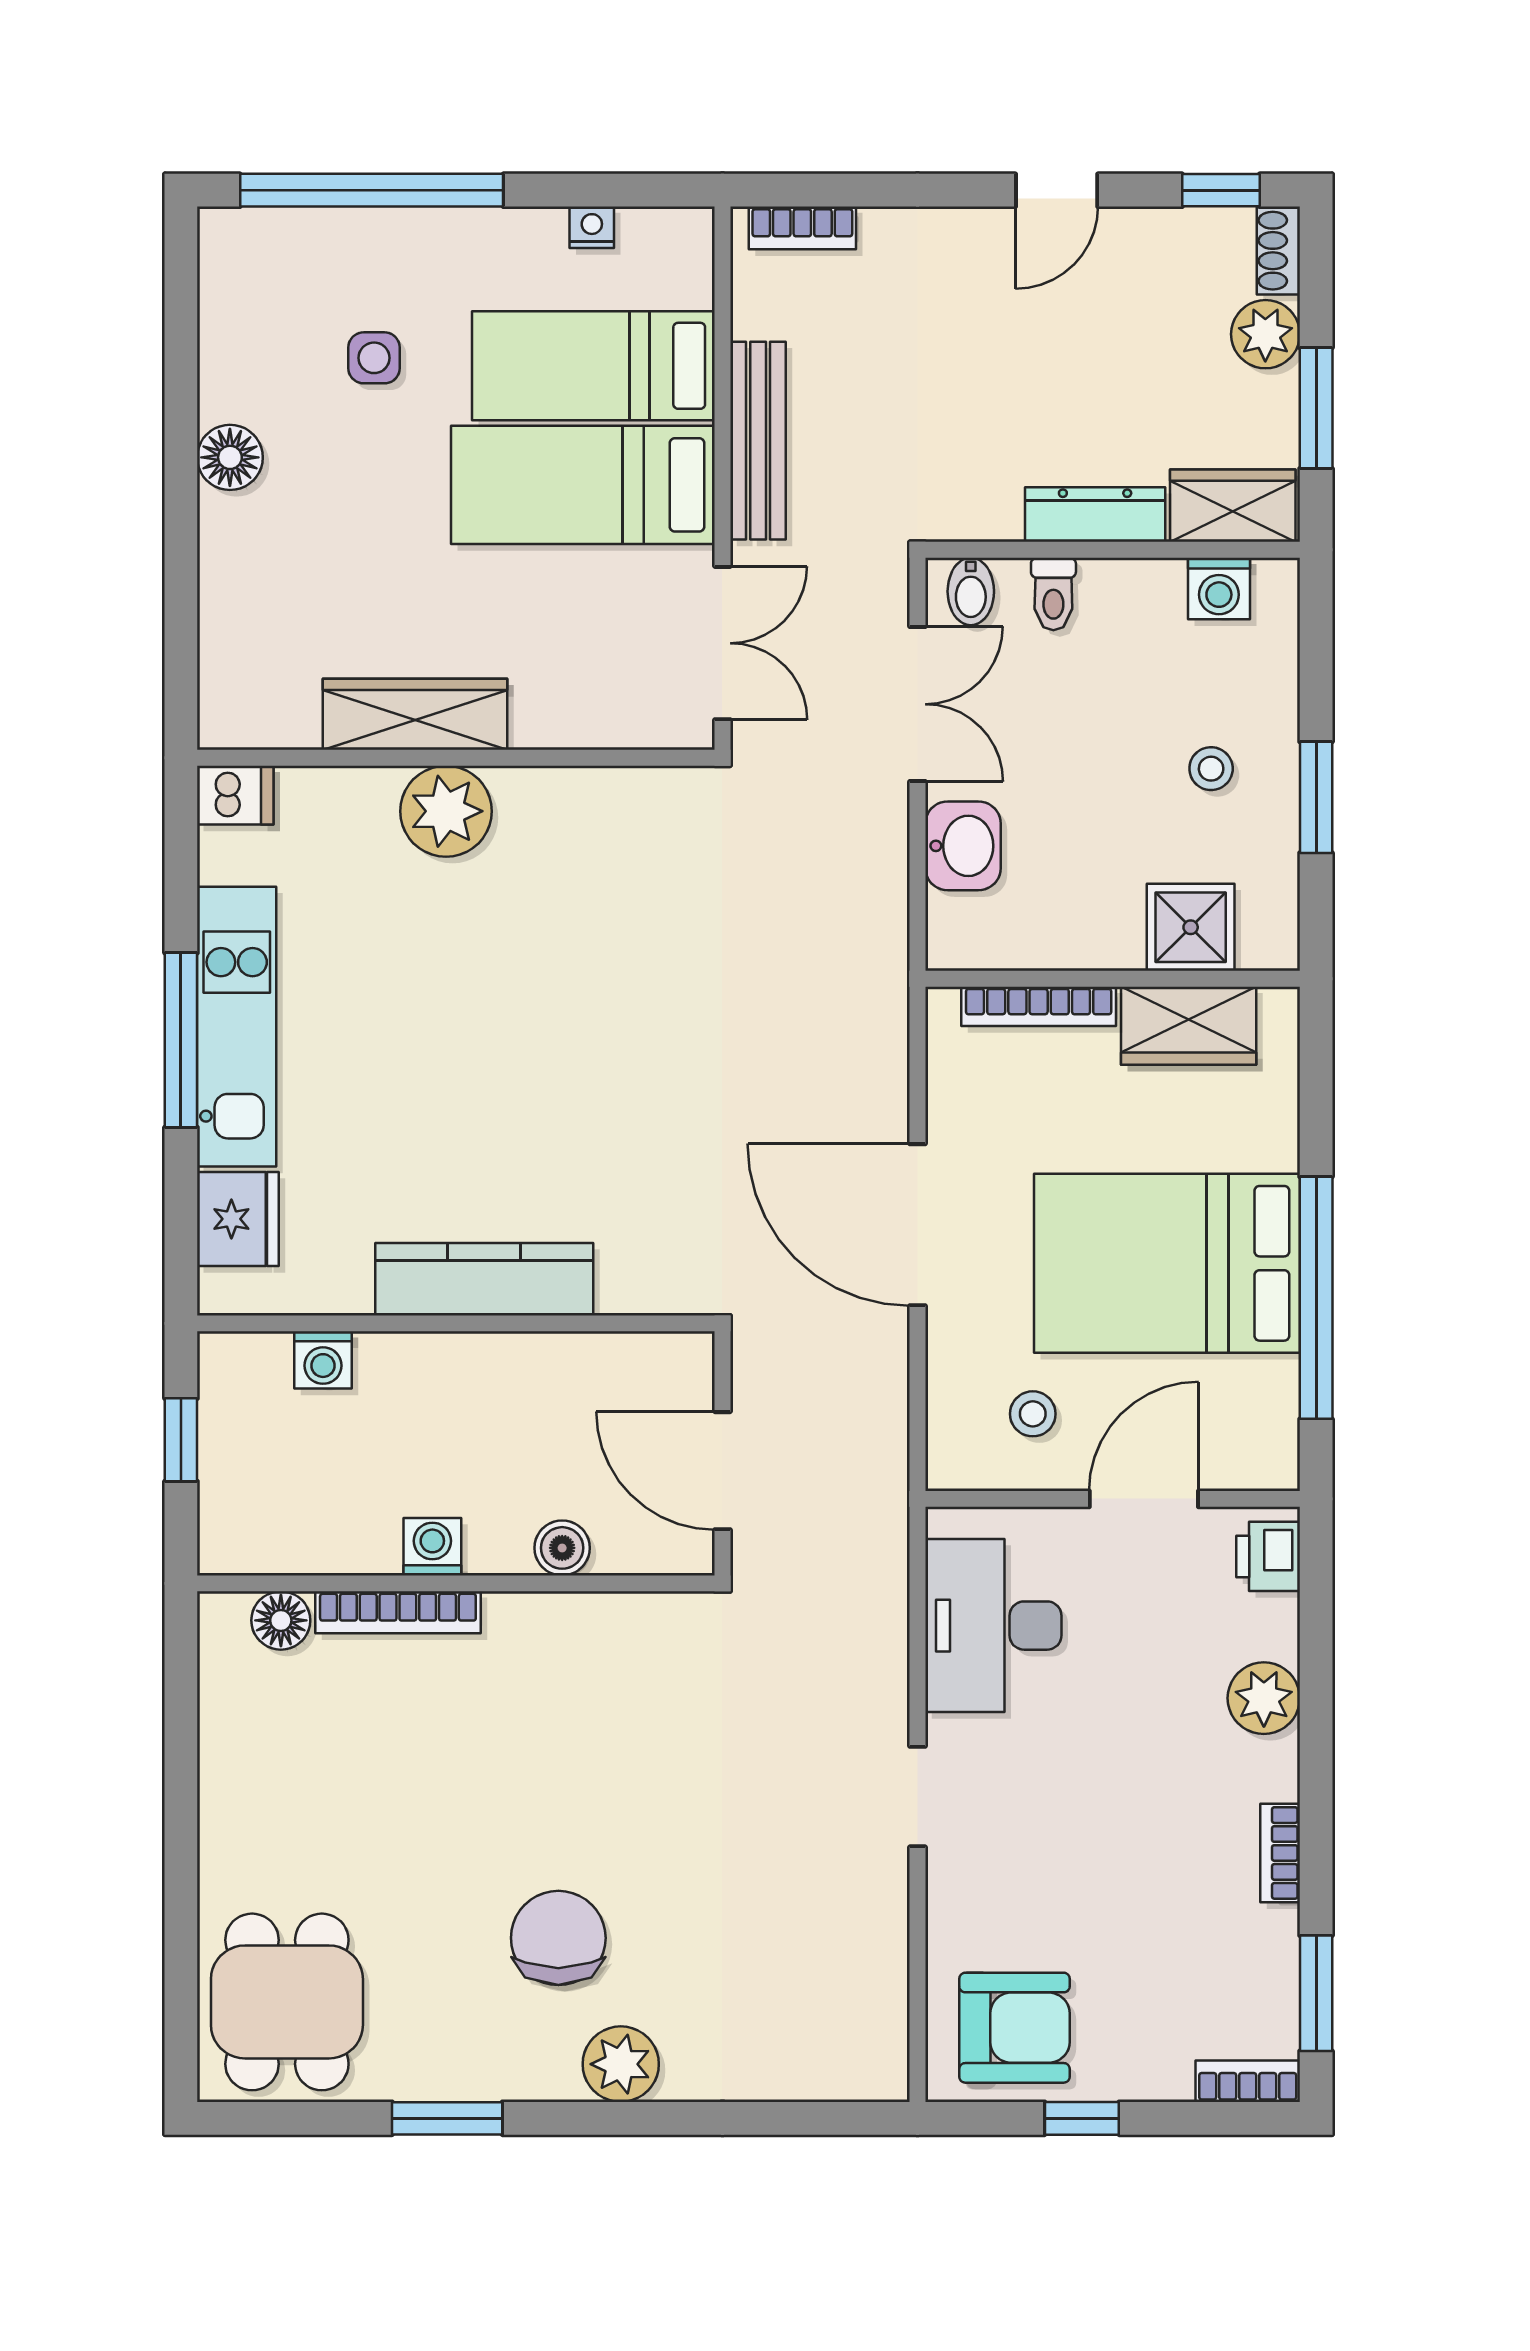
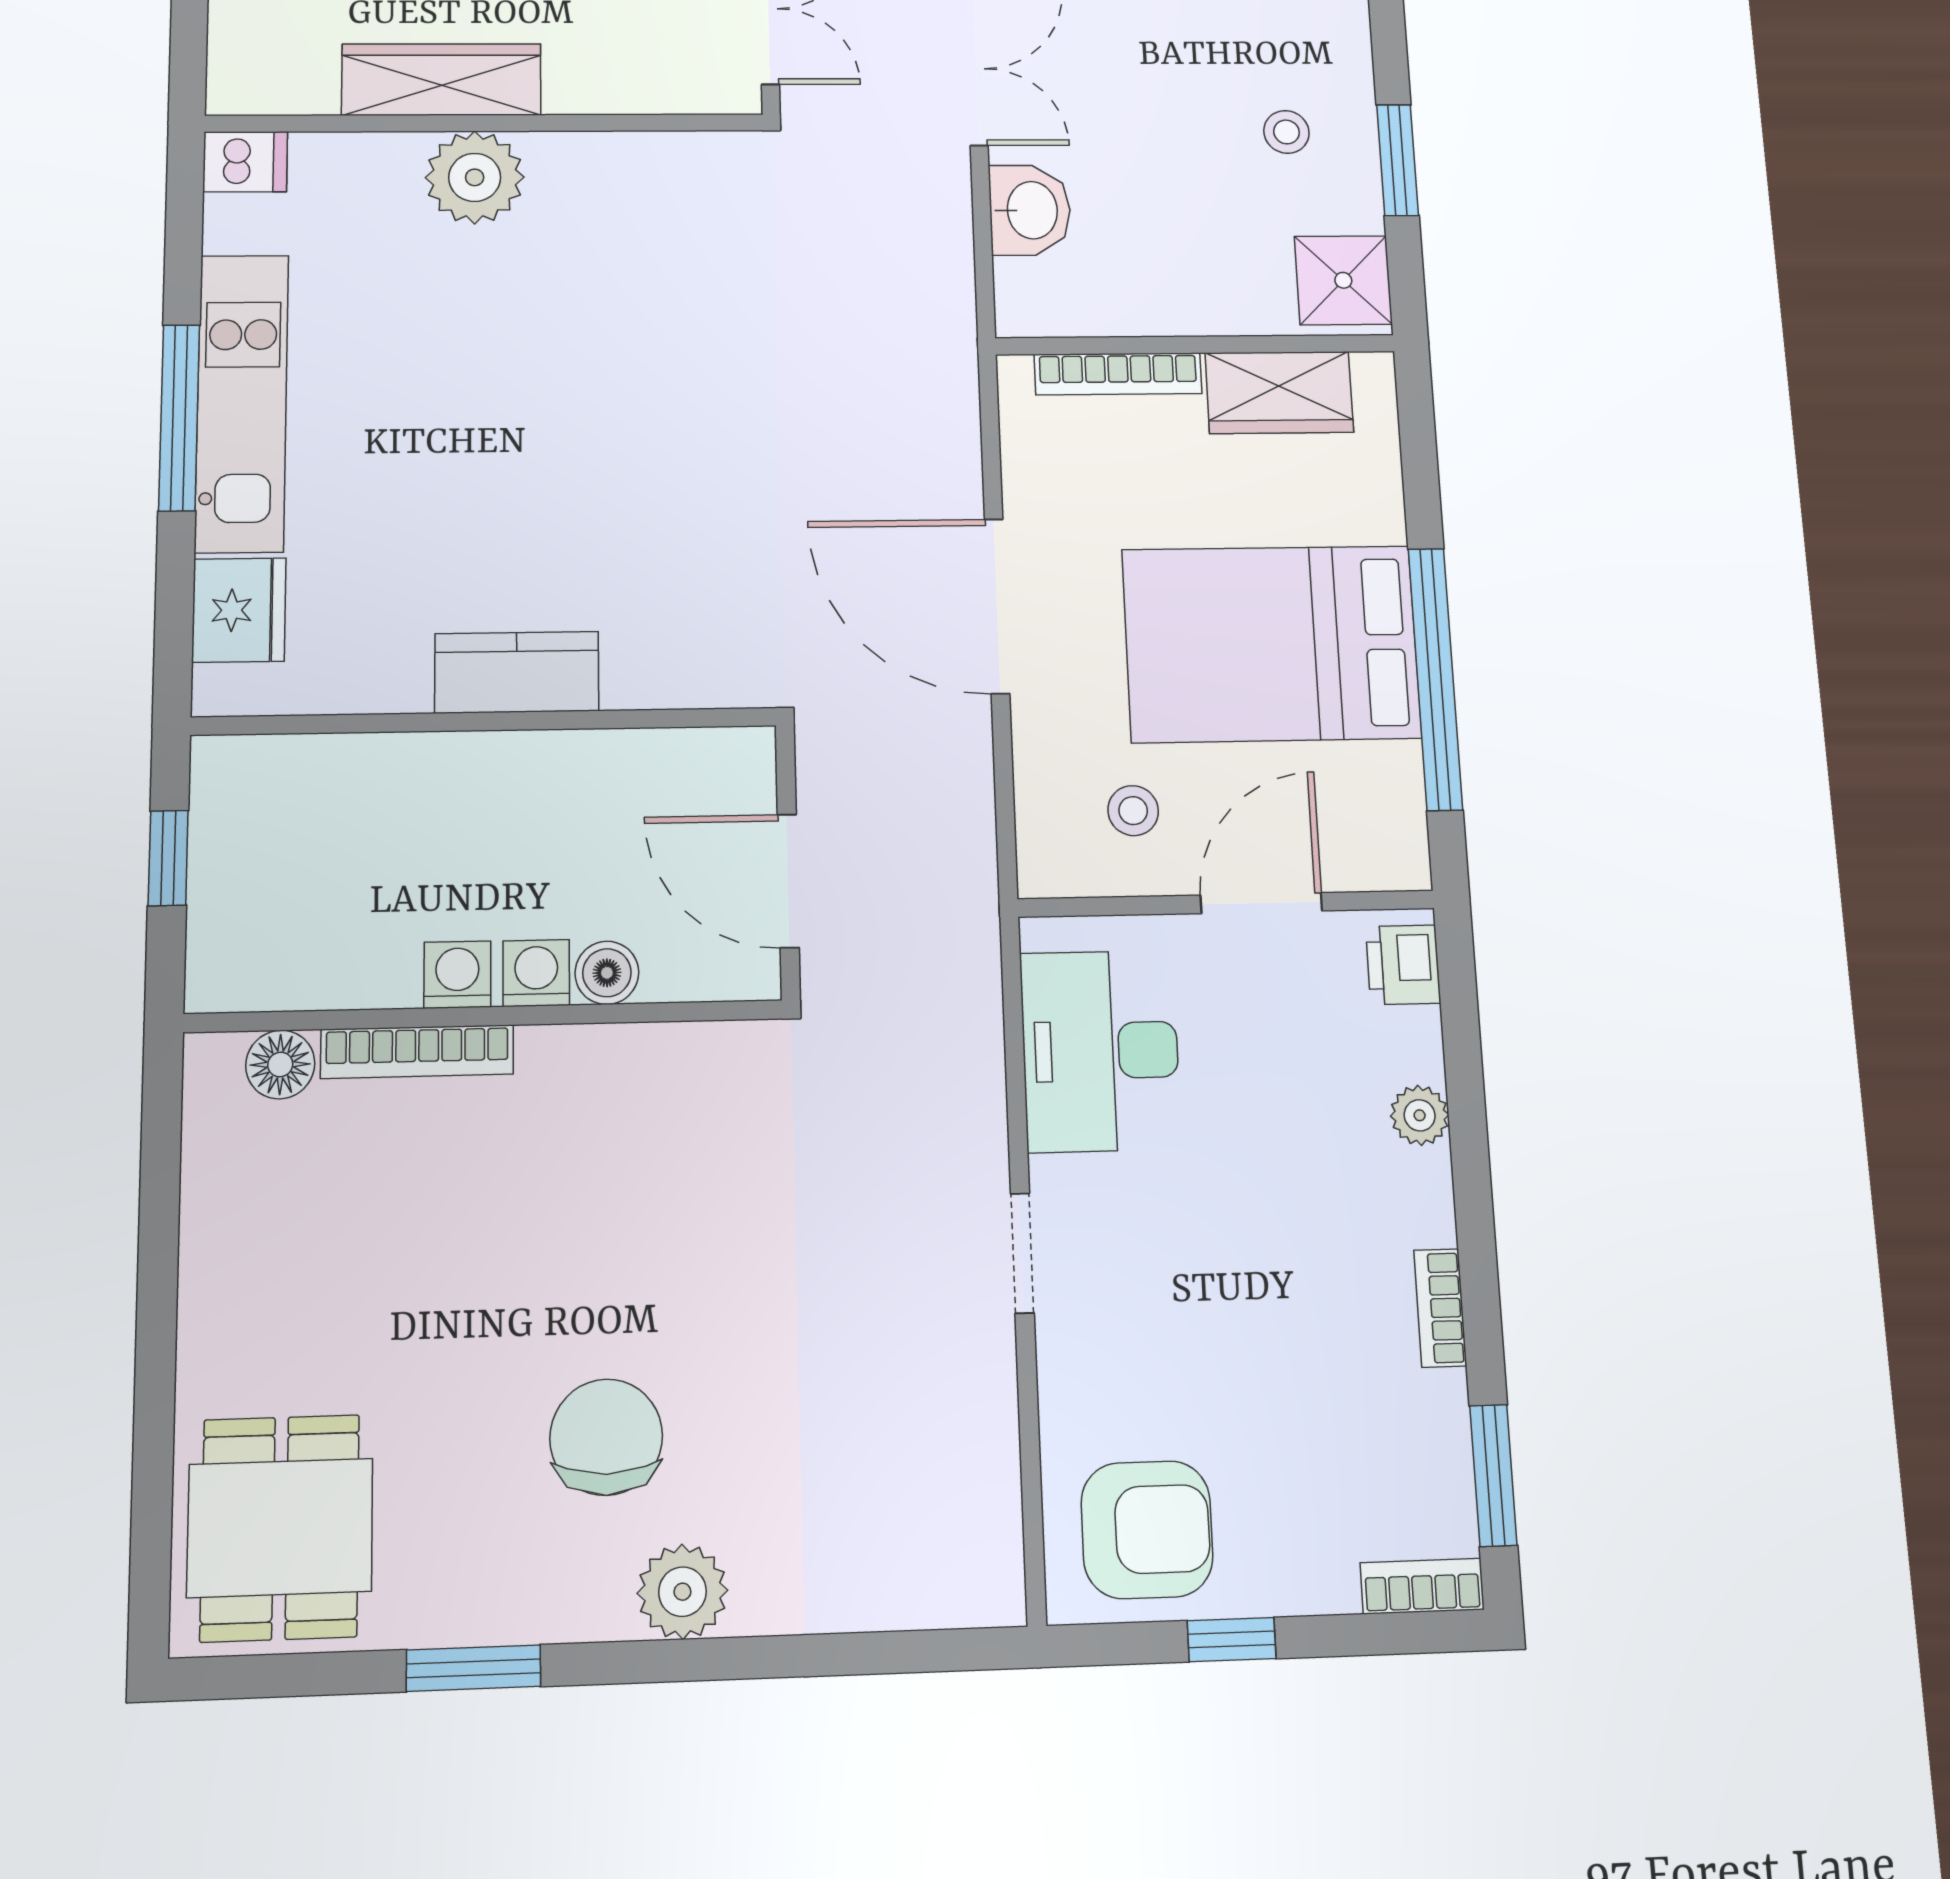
shower: (1191, 927) -> (1343, 280), moved
kitchen counter: (484, 1279) -> (517, 672), width x0.67
washing machine: (323, 1360) -> (536, 973), moved, turned 180
plant: (1264, 1698) -> (1420, 1115), width x0.73, depth x0.73

